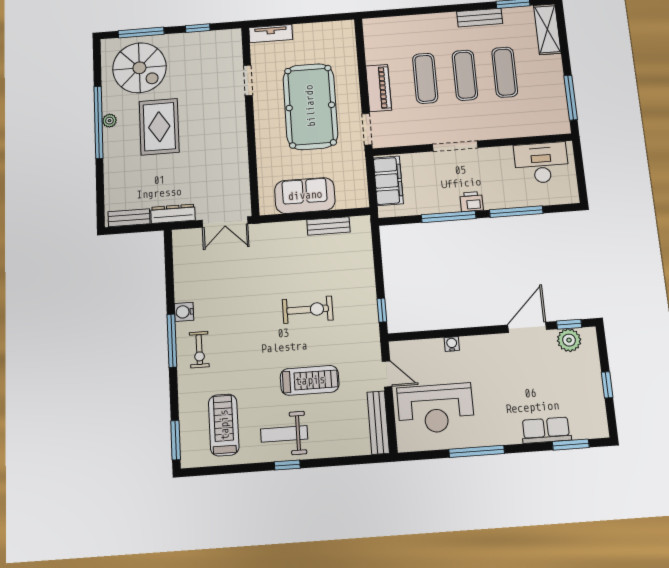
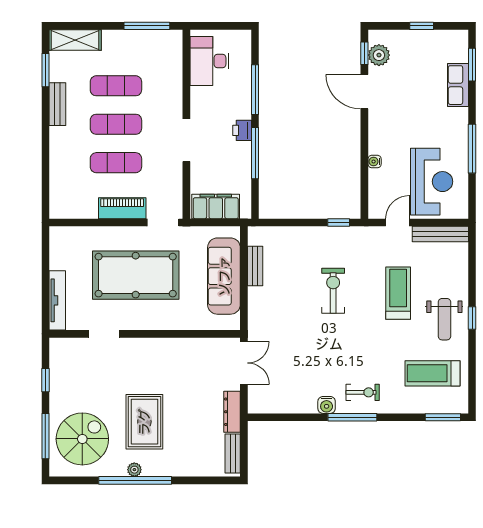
tv unit: (271, 34) -> (57, 300), width x1.41
rug: (159, 127) -> (144, 422), turned 90
sofa: (305, 195) -> (224, 276), width x1.36

